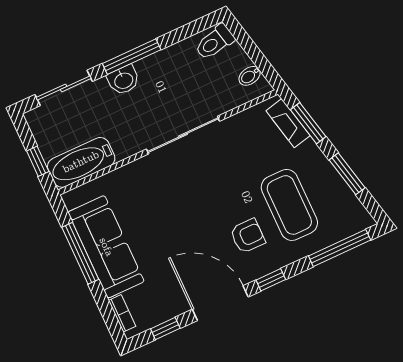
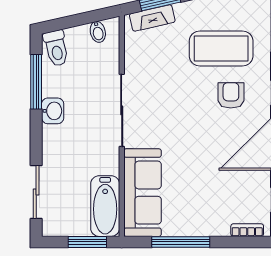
window: (132, 57) -> (36, 82), moved
washbasin: (123, 80) -> (53, 111), moved
window: (38, 161) -> (87, 242), width x1.50
sofa: (106, 247) -> (143, 193), moved, turned 90

